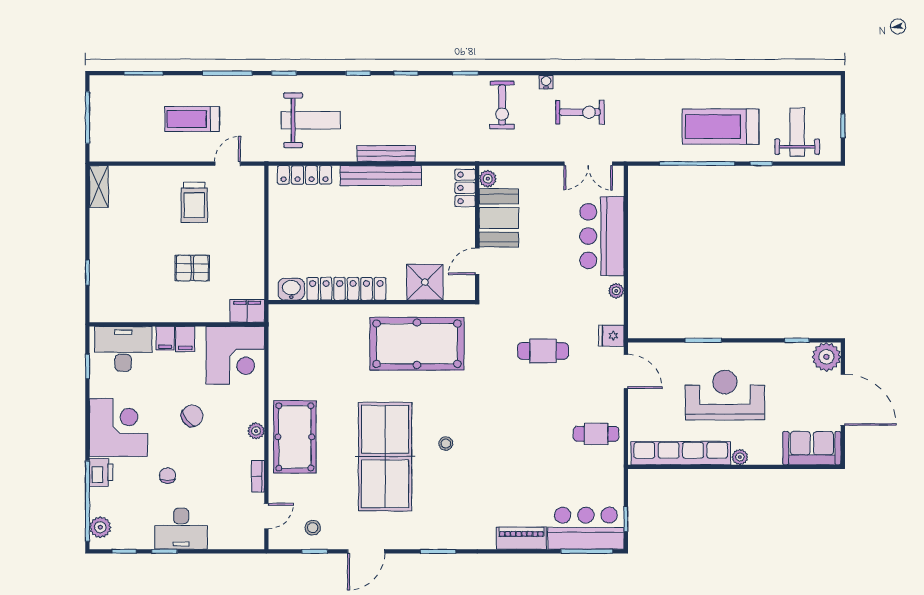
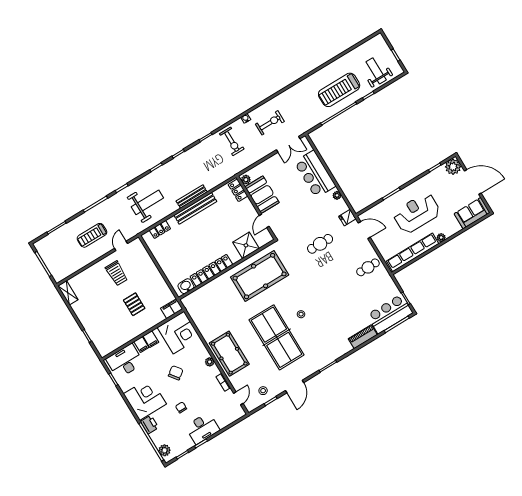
locker: (305, 175) -> (160, 229), width x0.66
pallet: (192, 268) -> (134, 304), turned 90

